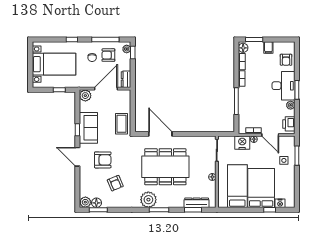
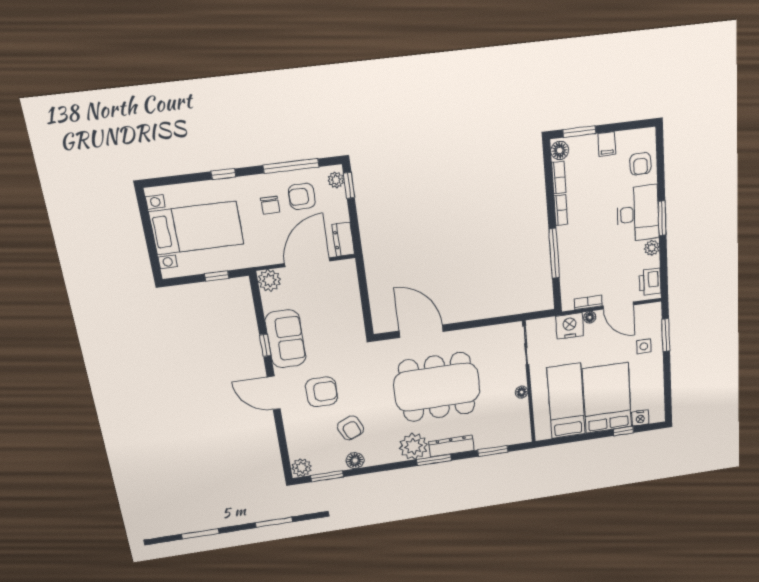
coffee table: (121, 124) -> (347, 323), removed
floor lamp: (96, 203) -> (355, 460), moved
dresser: (197, 203) -> (451, 446), moved

